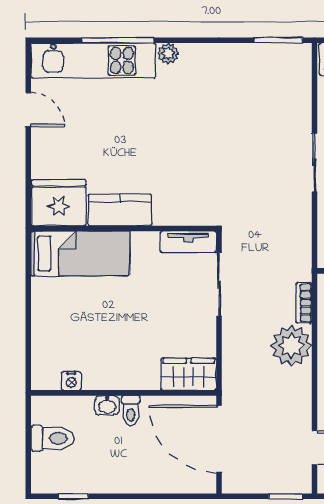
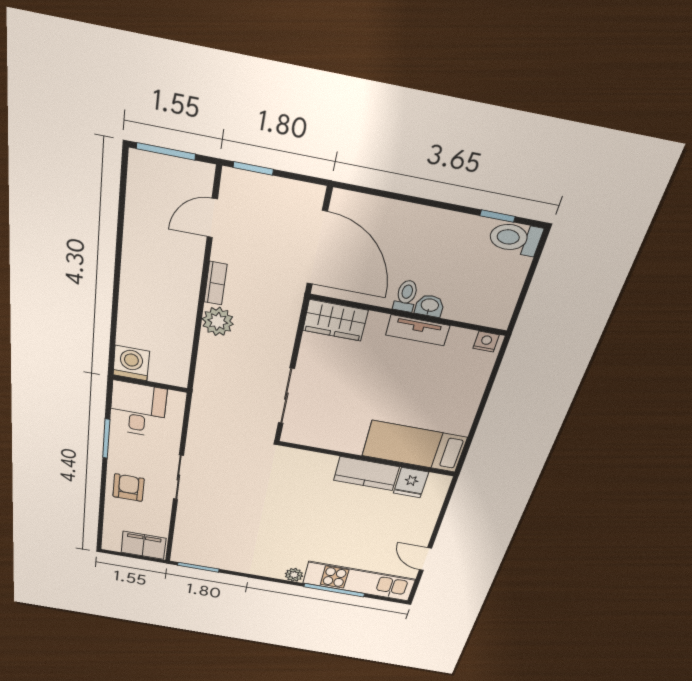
fridge: (59, 203) -> (411, 483), width x0.53, depth x0.75
tv unit: (188, 242) -> (418, 330), moved, turned 180
bookcase: (304, 303) -> (216, 283), moved
plant: (291, 346) -> (218, 321), width x0.73, depth x0.73
nightstand: (71, 381) -> (486, 342), moved
toilet: (52, 438) -> (515, 238), moved

